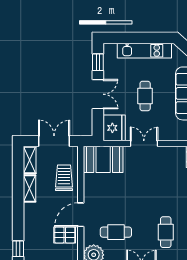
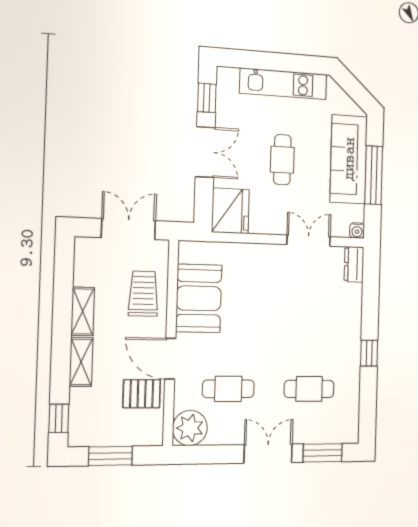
double door: (144, 144) -> (309, 241), moved
booth: (103, 159) -> (199, 298), moved, turned 90
shelving: (30, 160) -> (81, 362), moved
door: (81, 215) -> (170, 359), hinge flipped
cafe table: (166, 232) -> (309, 389), turned 90

